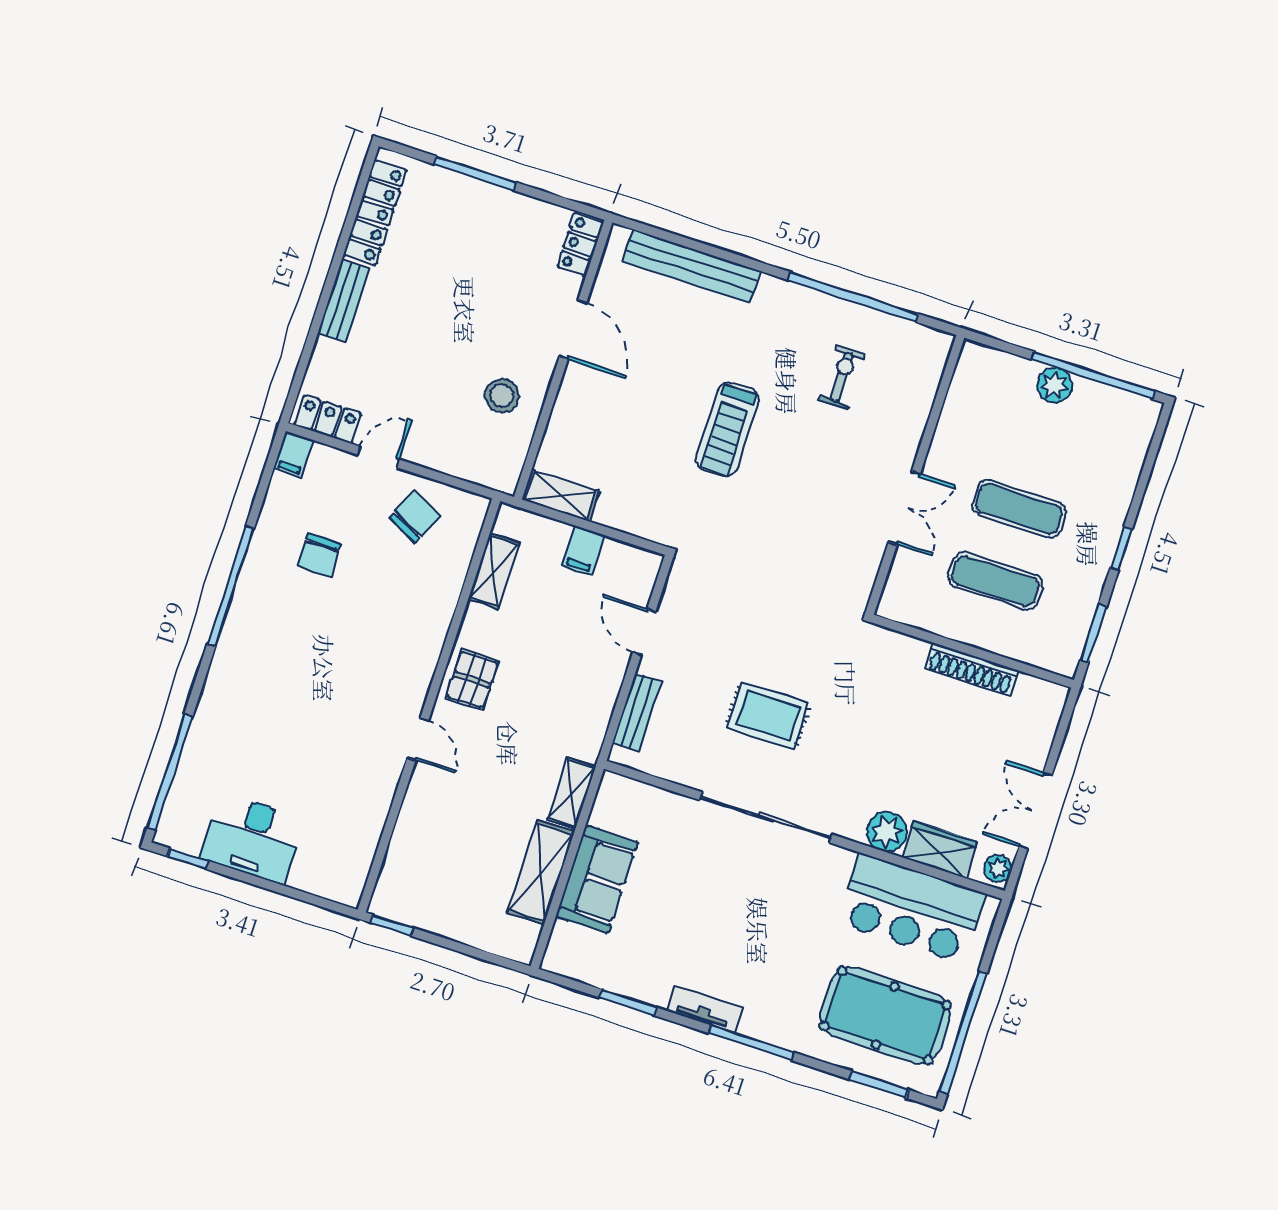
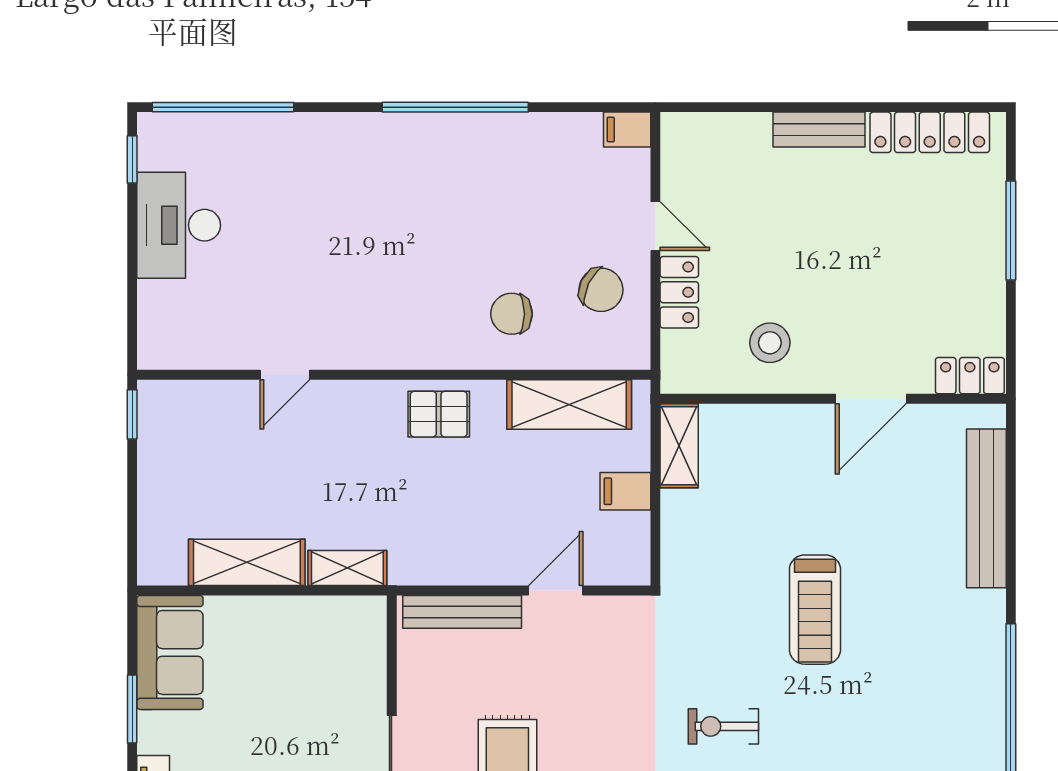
exercise bike: (842, 377) -> (723, 726), moved, turned 180
locker: (328, 419) -> (679, 292), moved
treadmill: (727, 429) -> (815, 610), turned -90
chair: (319, 555) -> (512, 314), moved
shelving: (494, 571) -> (569, 404), width x1.50, depth x1.33
bench: (637, 713) -> (462, 612), width x1.36
door: (418, 739) -> (285, 375), moved
sofa: (597, 879) -> (170, 652), moved, turned -90

